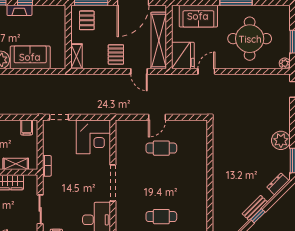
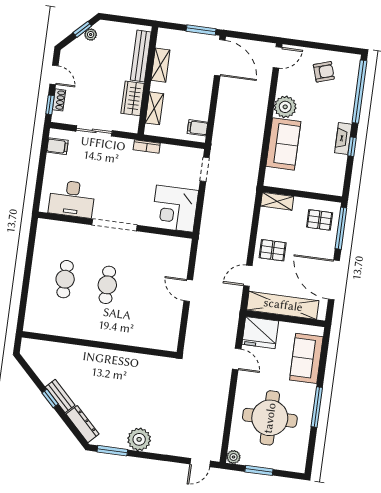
cafe table: (161, 148) -> (107, 285), moved
dresser: (278, 184) -> (83, 424), width x1.44

